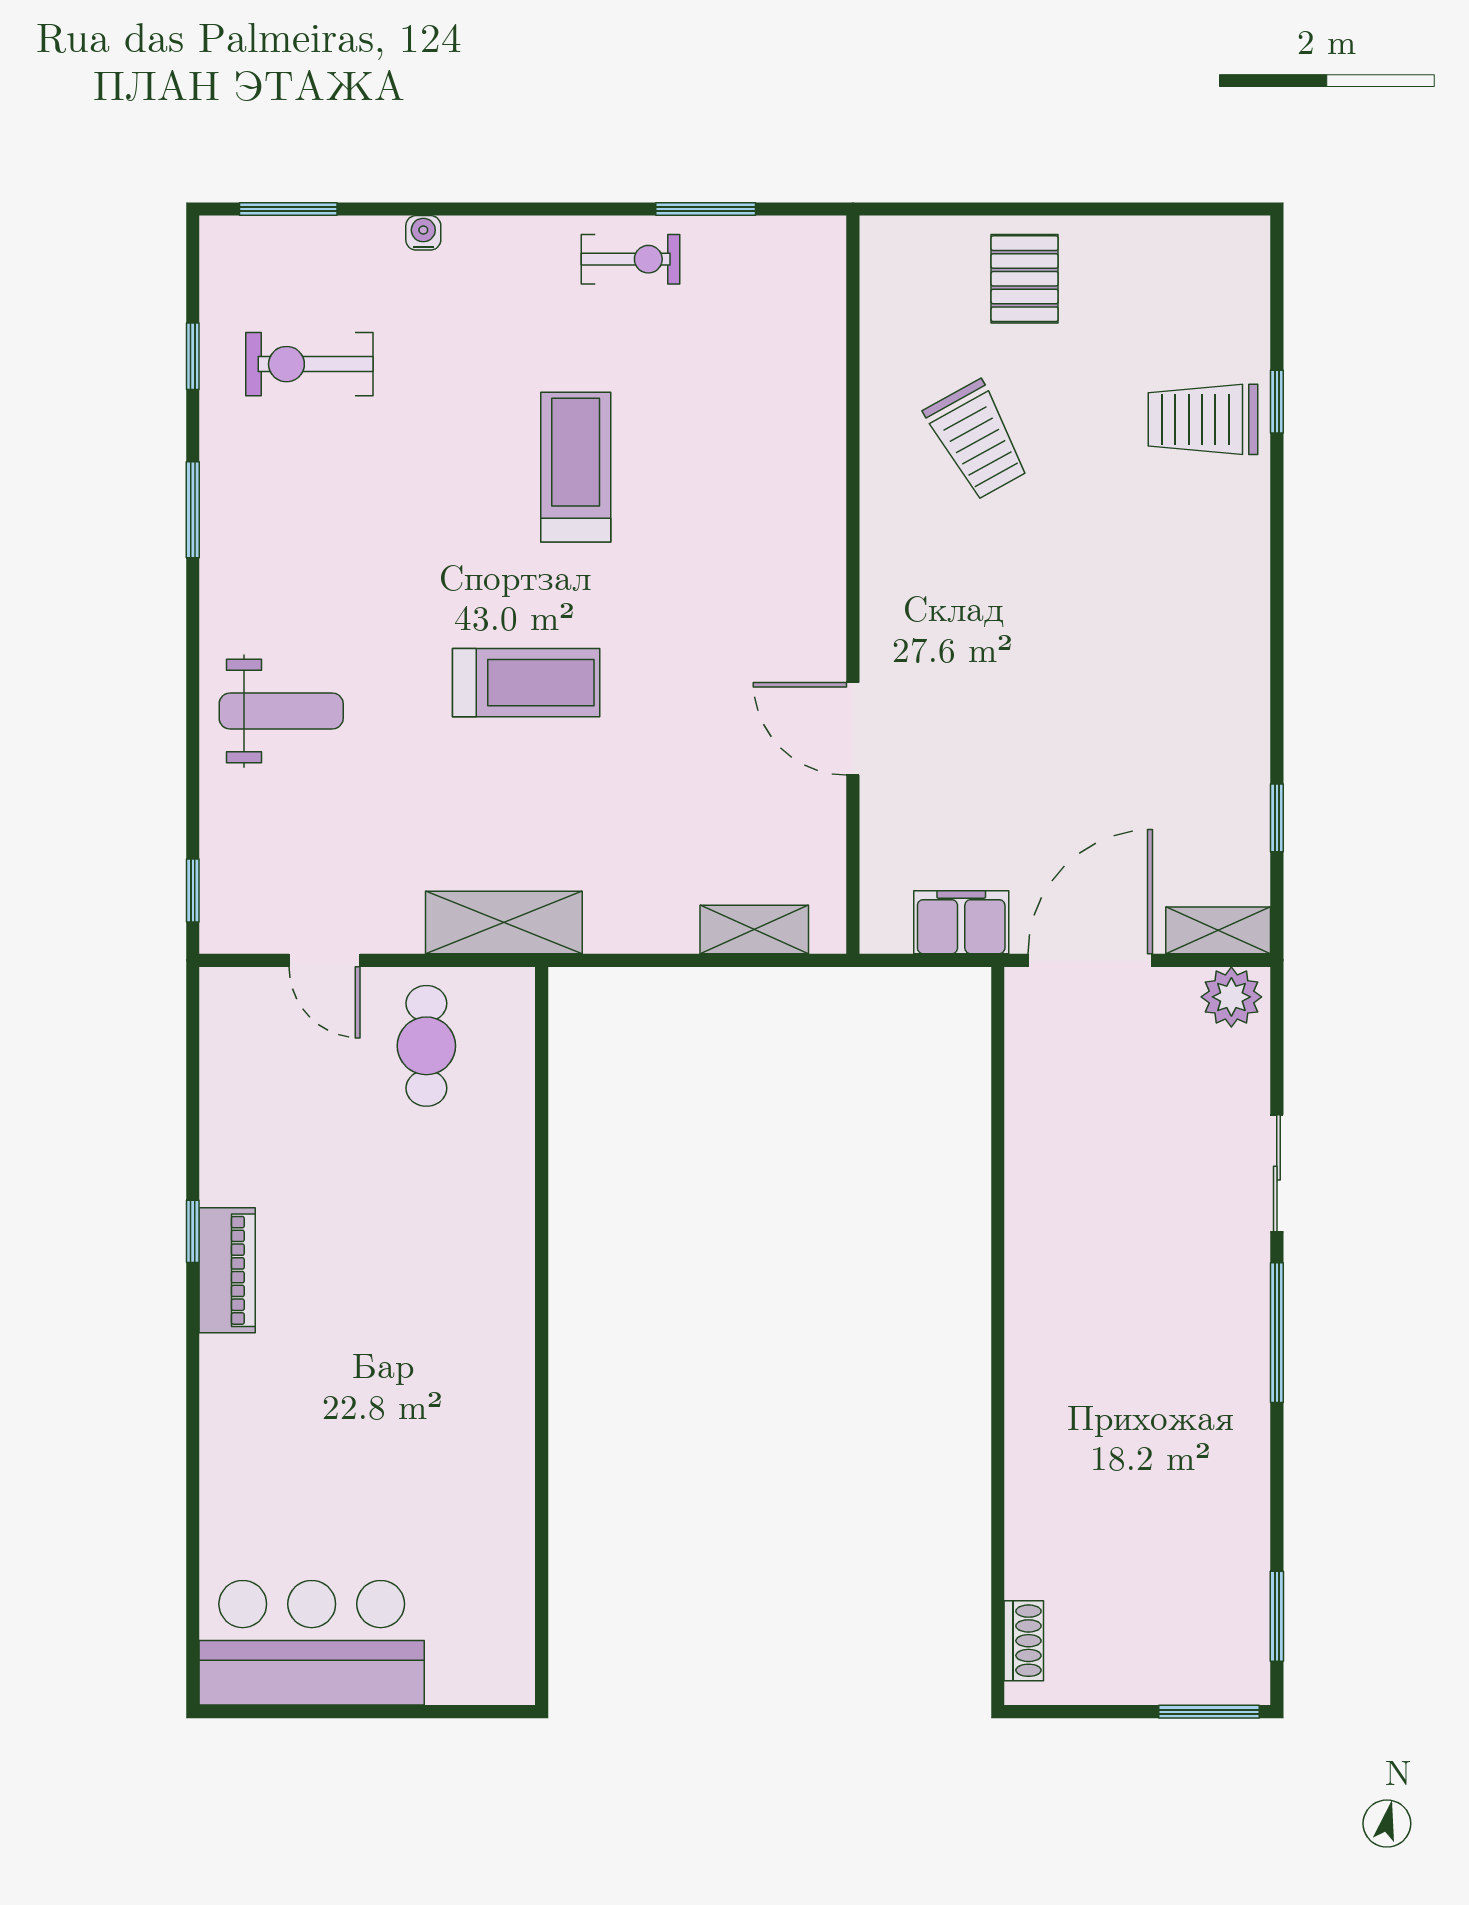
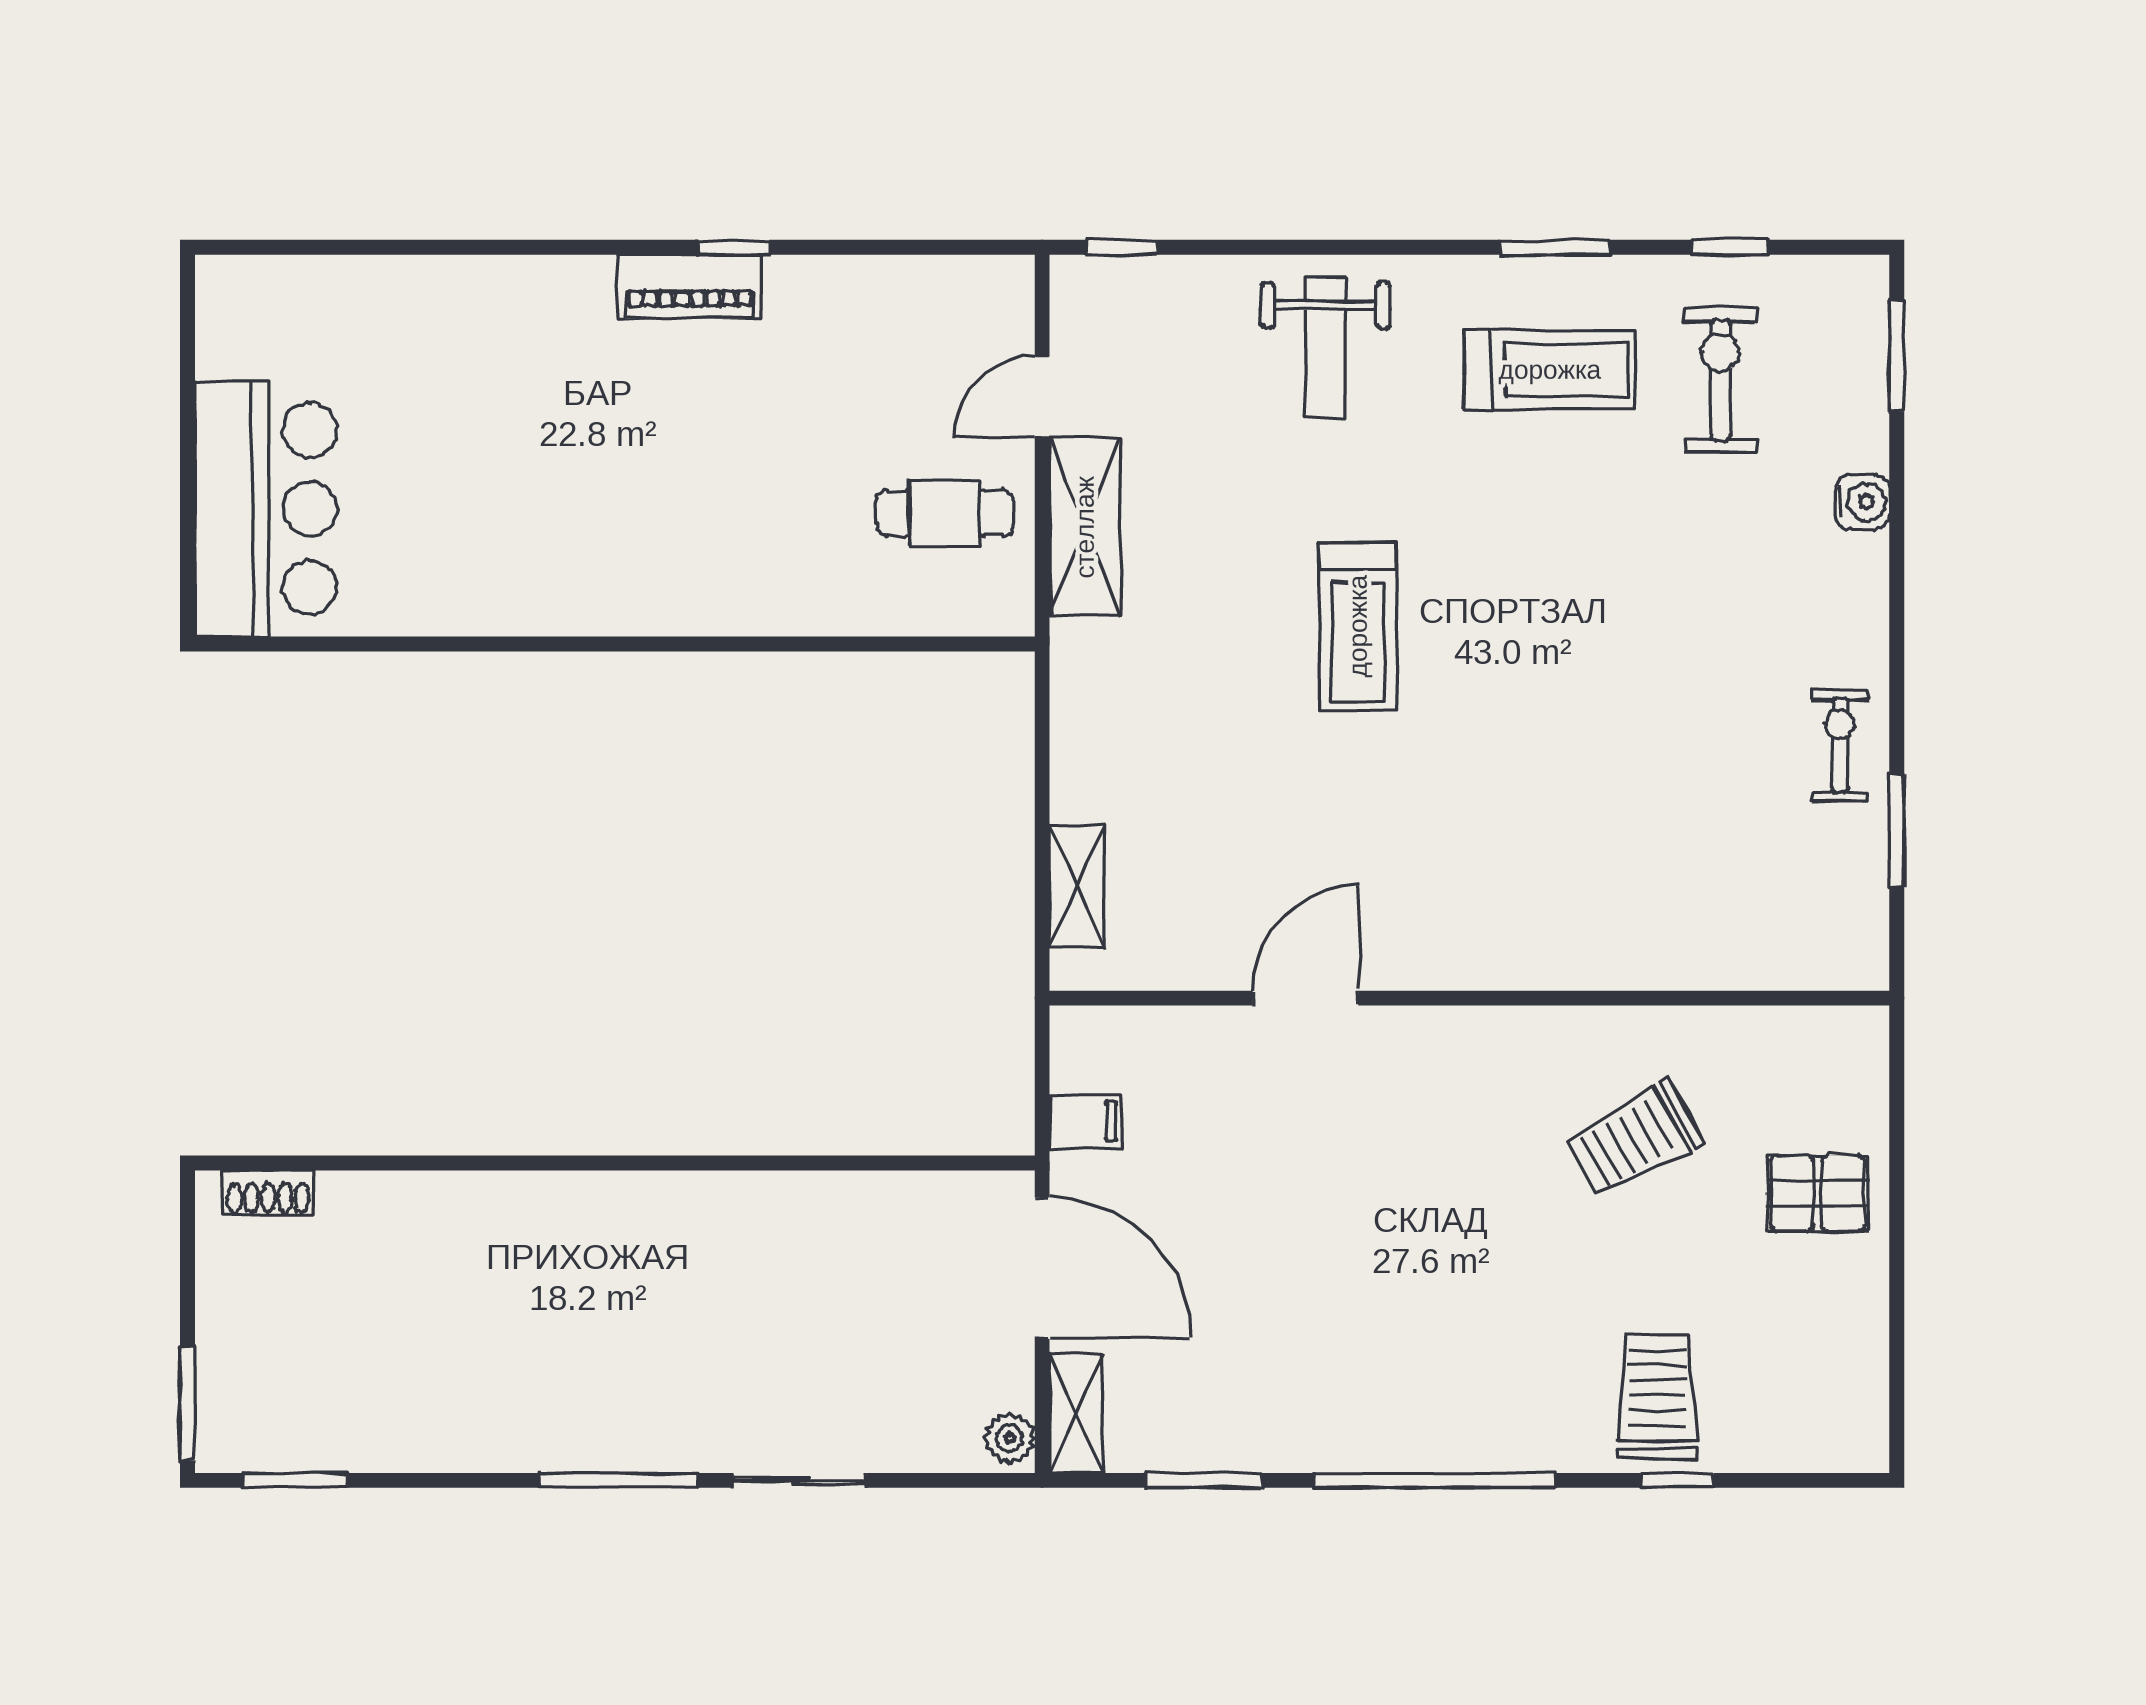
water cooler: (423, 233) -> (1862, 502), width x1.38, depth x1.38
exercise bike: (631, 259) -> (1840, 745), turned 180
treadmill: (576, 467) -> (1550, 370), moved
window: (1277, 615) -> (1434, 1480), added
window: (1277, 818) -> (1204, 1480), width x1.50
filing cabinet: (961, 922) -> (1085, 1121), width x0.50
shelving: (504, 923) -> (1085, 527), moved
plant: (1231, 997) -> (1010, 1438), width x0.73, depth x0.73
bar counter: (312, 1643) -> (266, 509), moved

